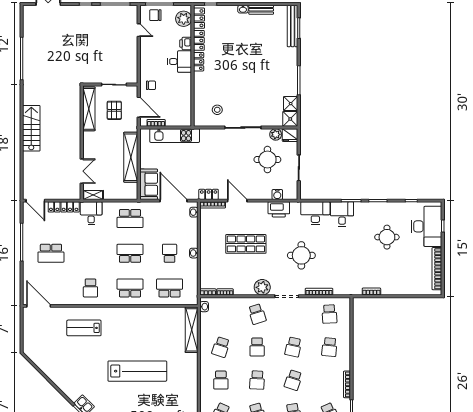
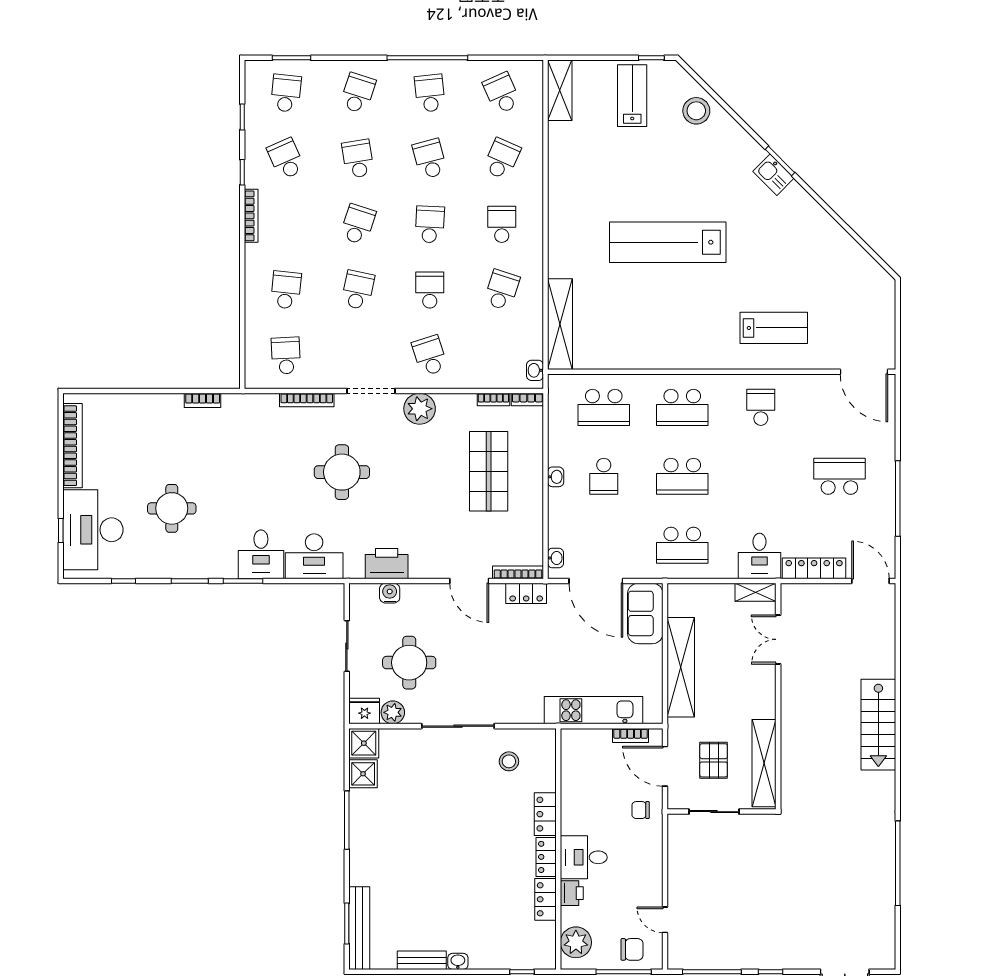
locker: (199, 18) -> (545, 814), moved
school desk: (130, 219) -> (682, 545), turned 180
shop shelf: (246, 244) -> (489, 471), moved, turned 90

